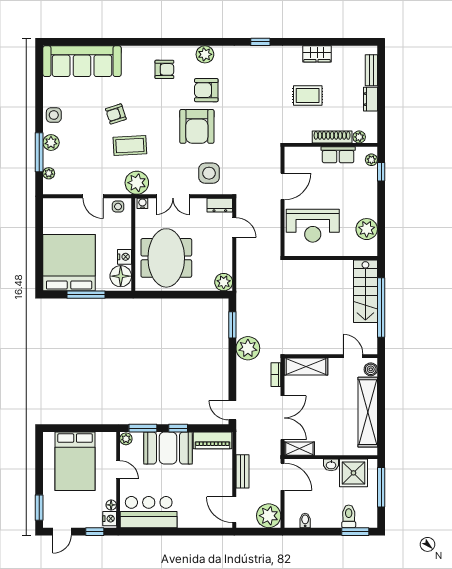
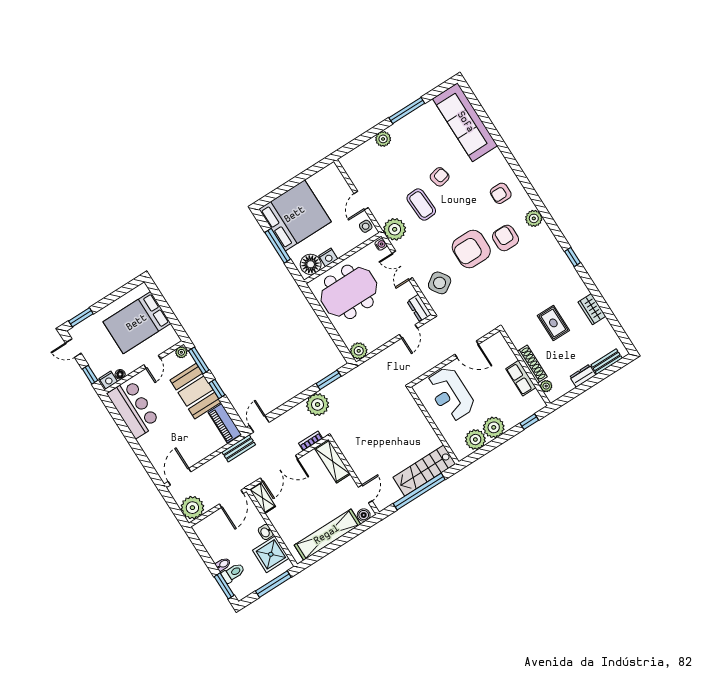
armchair: (164, 69) -> (501, 193), turned 90
armchair: (116, 114) -> (440, 177), turned 94
side table: (54, 115) -> (407, 127), removed
window: (39, 152) -> (407, 110), moved
plant: (371, 160) -> (494, 427), moved, width x1.88, depth x1.88
plant: (49, 173) -> (357, 153), removed
side table: (209, 173) -> (440, 283), turned -34
bench: (242, 471) -> (239, 448), moved
bidet: (305, 520) -> (223, 564), moved

